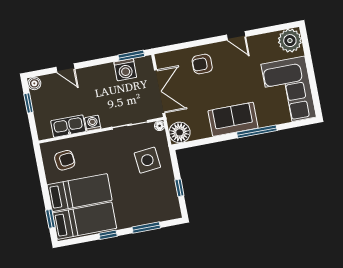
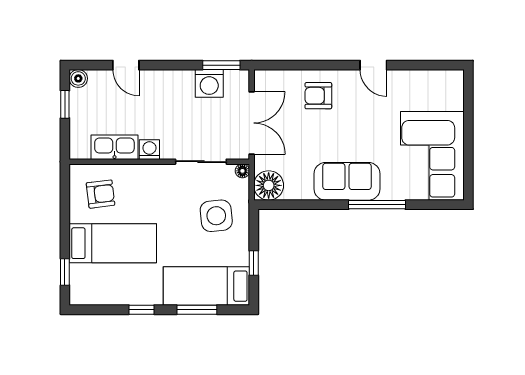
plant: (290, 41) -> (447, 86), removed
bed: (85, 221) -> (206, 286), moved, turned 180

